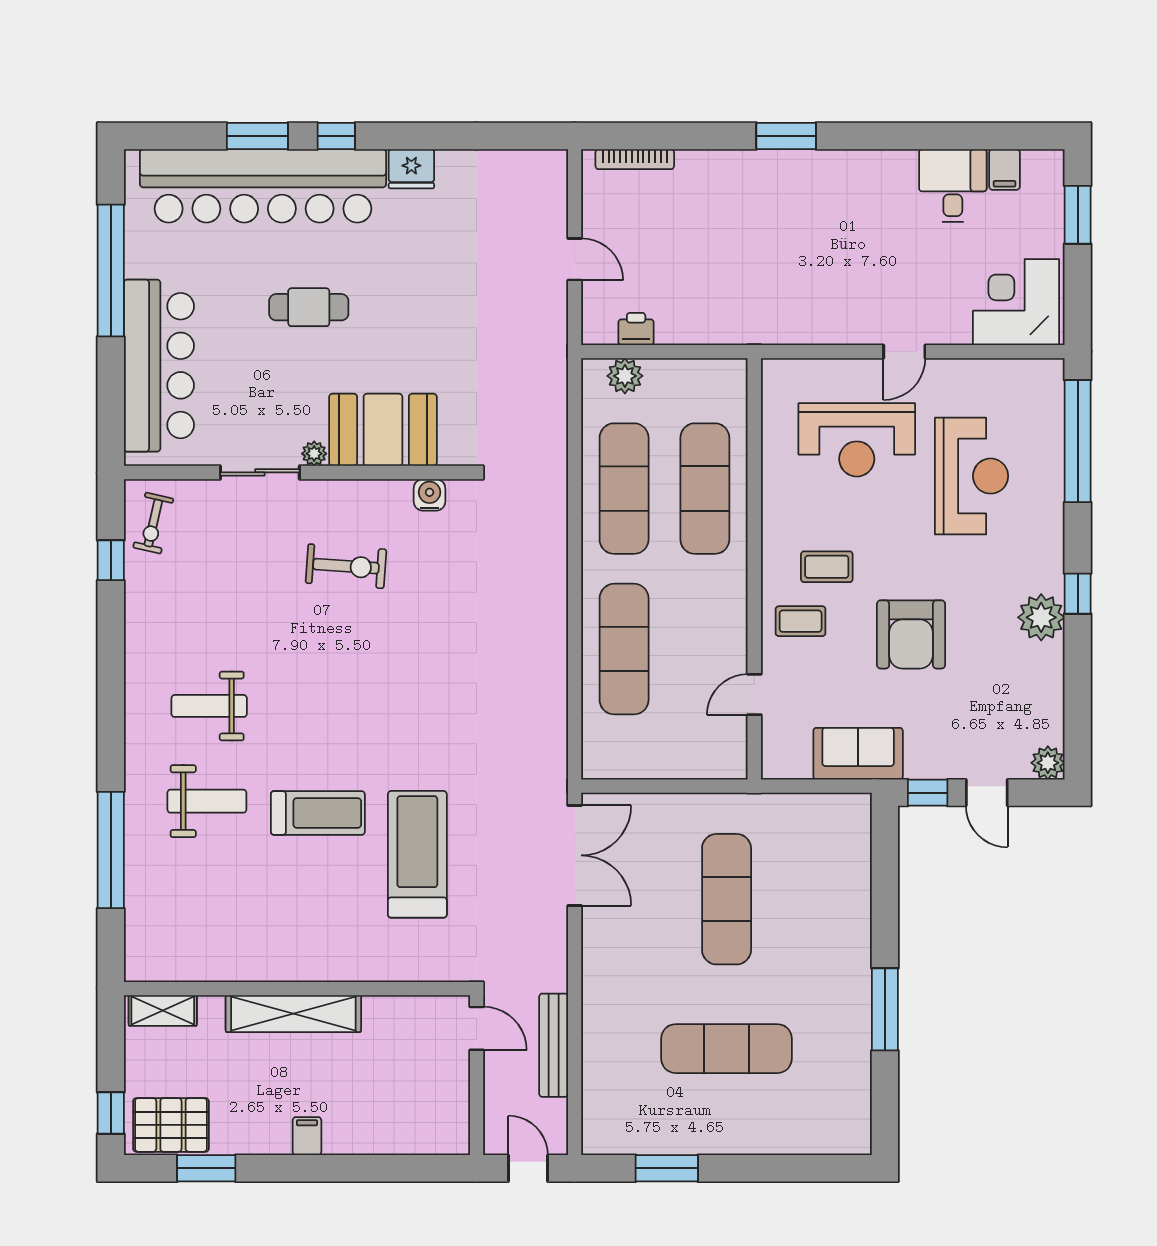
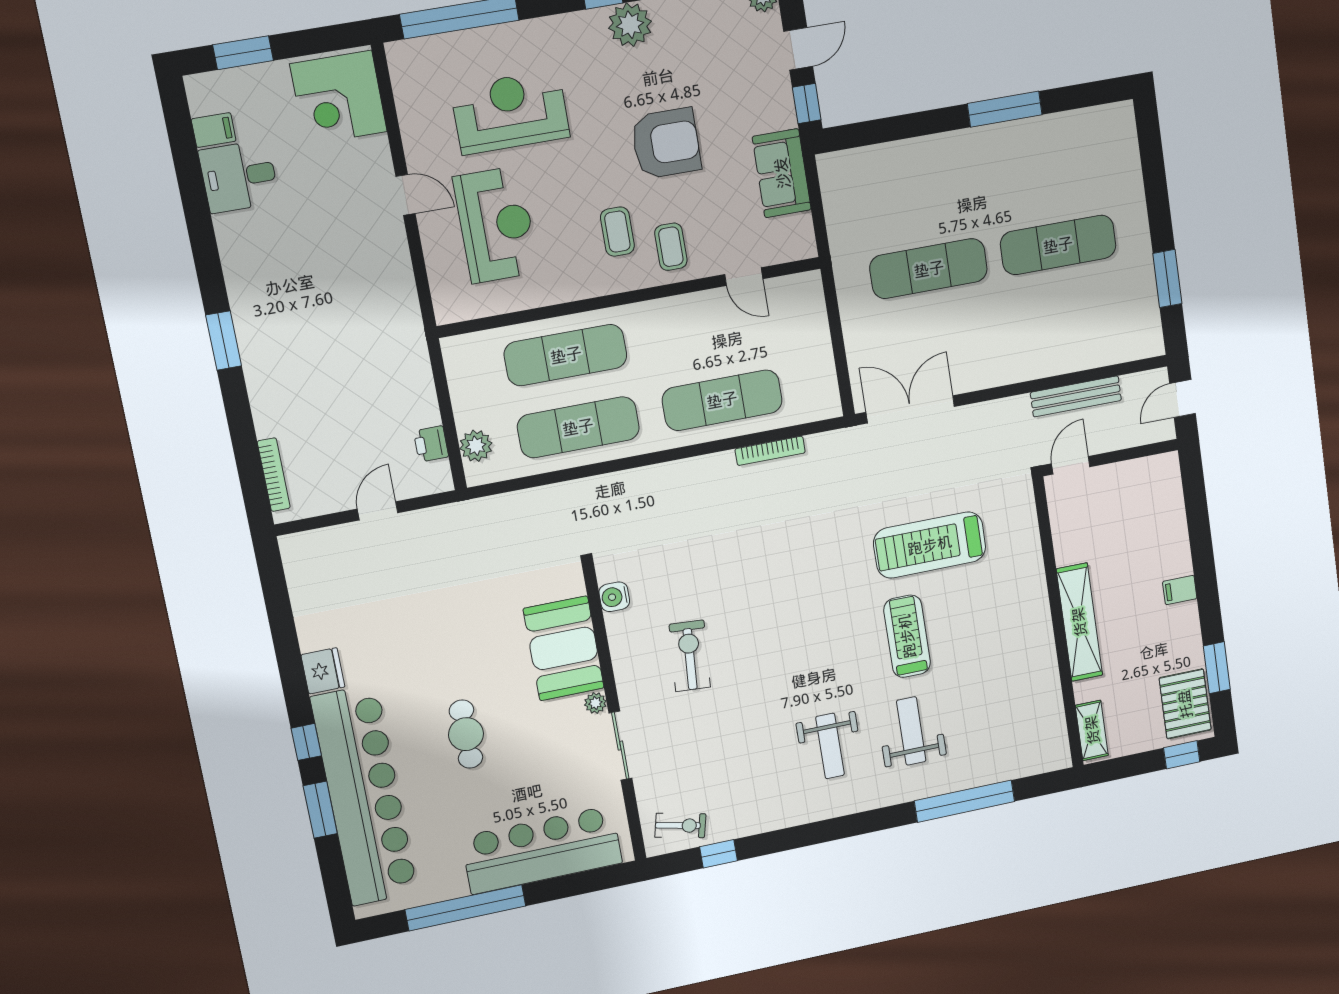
bookcase: (558, 693) -> (770, 451), added
exercise mat: (727, 1049) -> (1058, 245), turned 90

